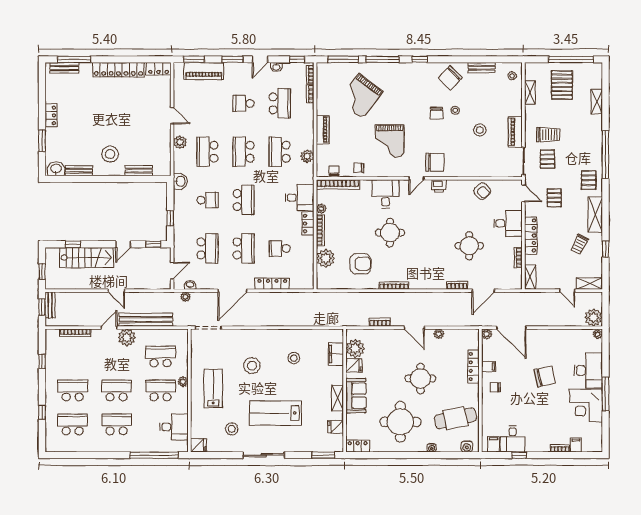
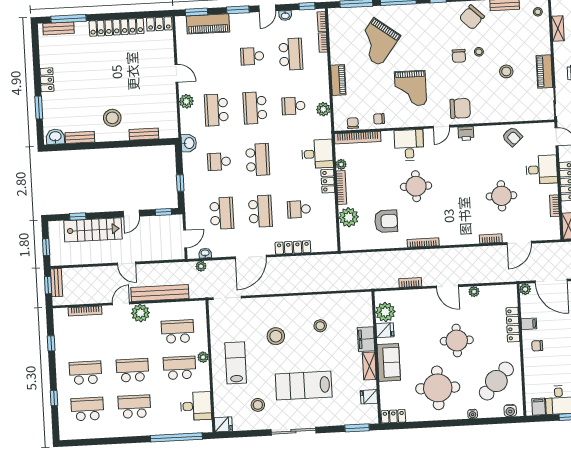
school desk: (280, 152) -> (294, 106), width x0.54
school desk: (207, 200) -> (219, 162), turned 180
filing cabinet: (336, 354) -> (366, 339), moved
cafe table: (455, 418) -> (496, 381), turned -36

